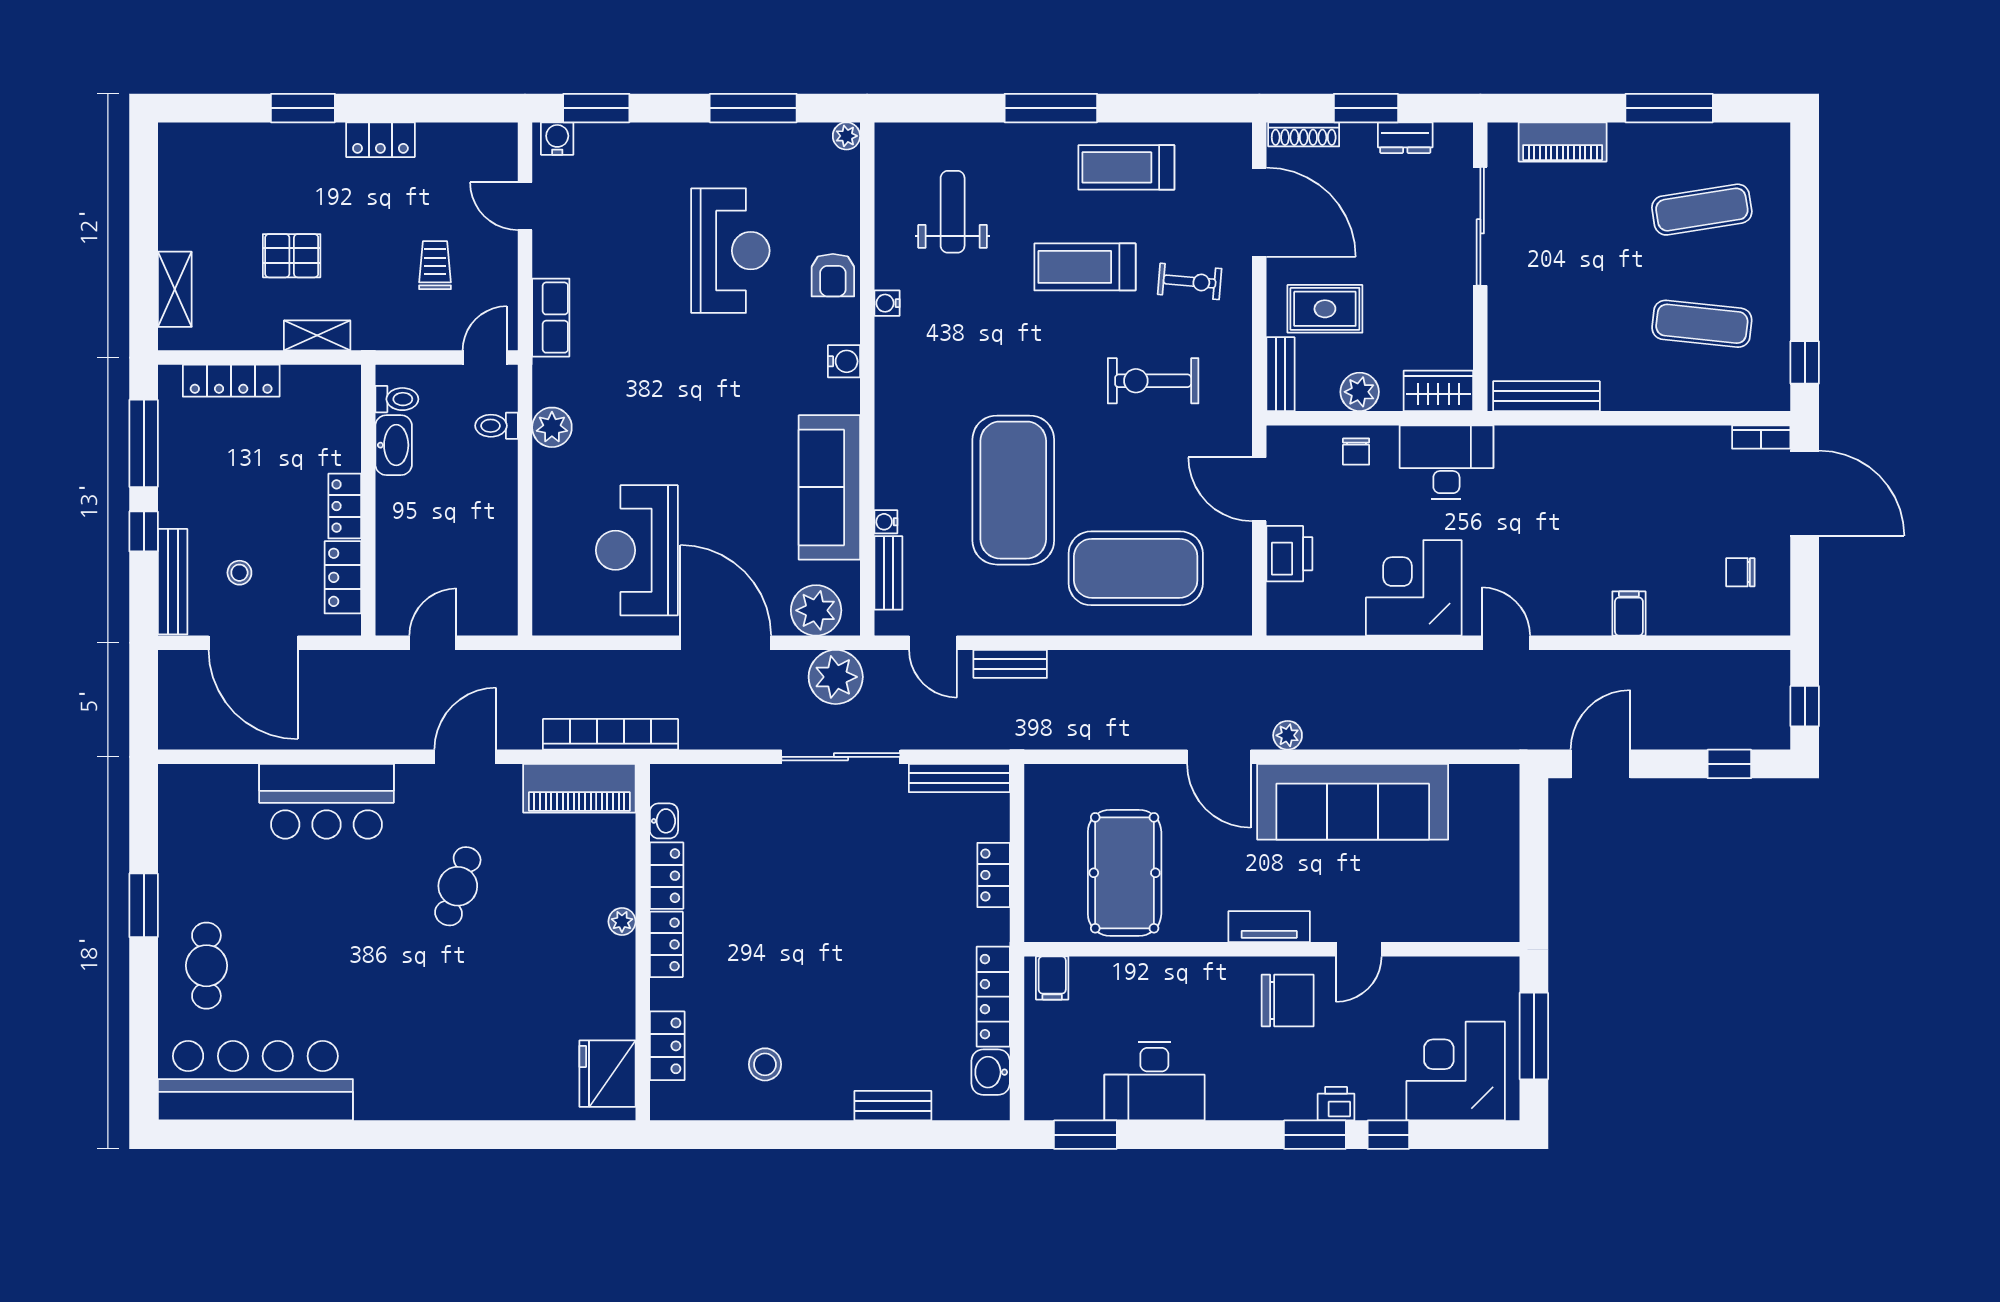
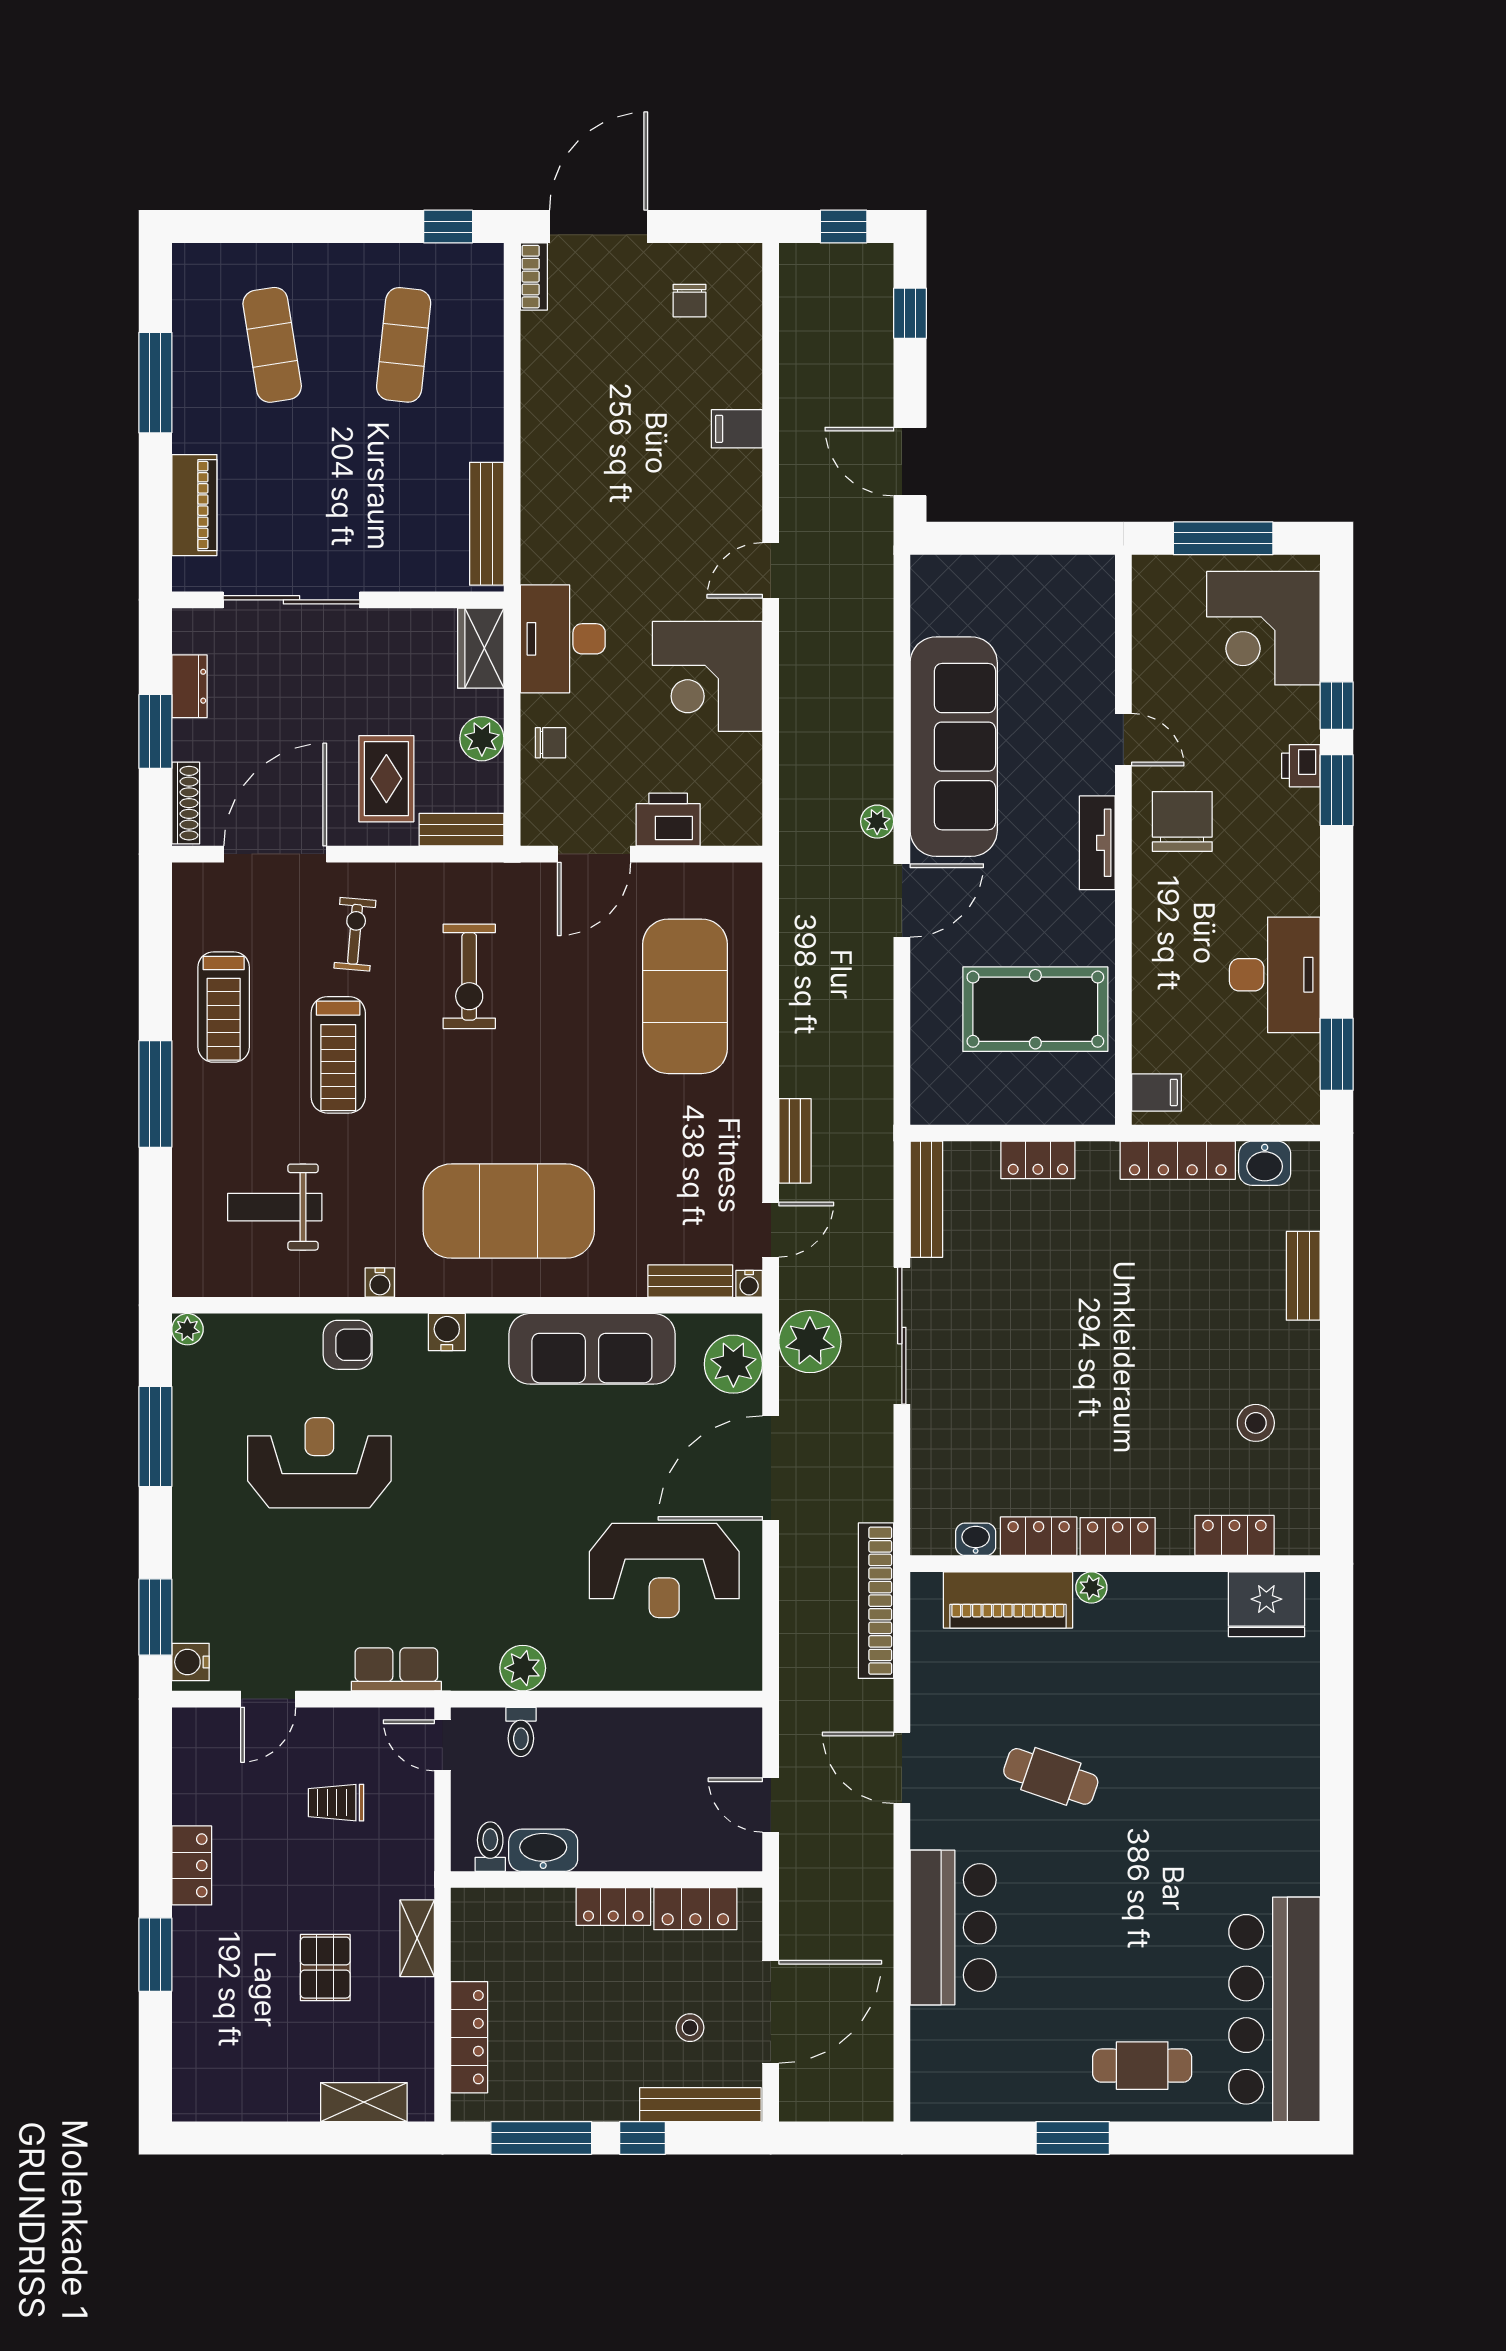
exercise mat: (1013, 490) -> (509, 1211), moved
water cooler: (886, 522) -> (749, 1284), moved
piano: (579, 788) -> (1008, 1600), moved, turned 90

